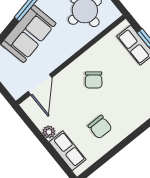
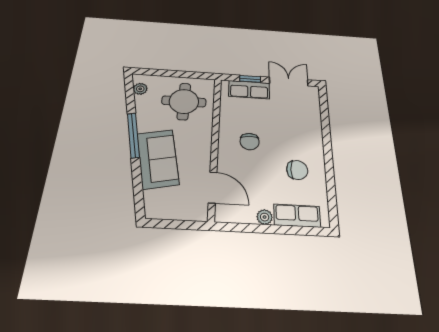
chair: (94, 80) -> (250, 142), turned 50

